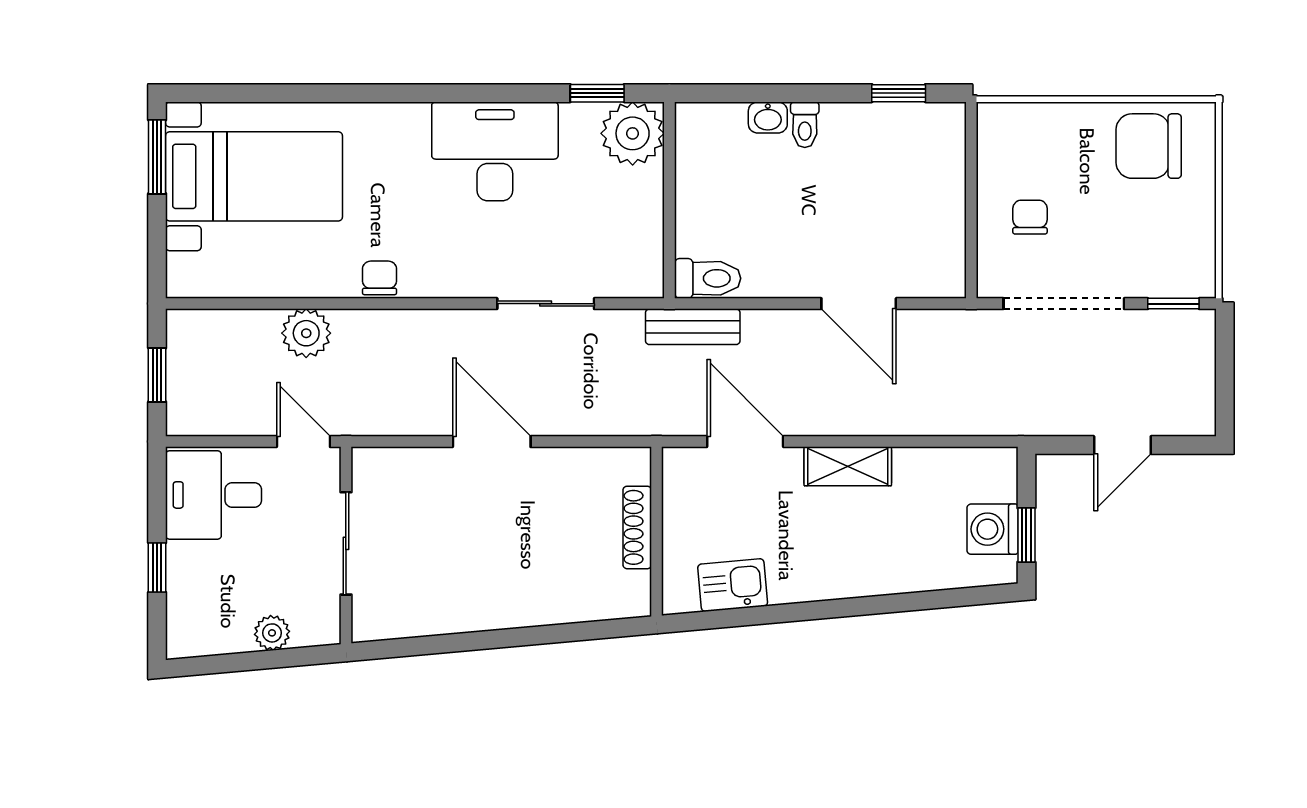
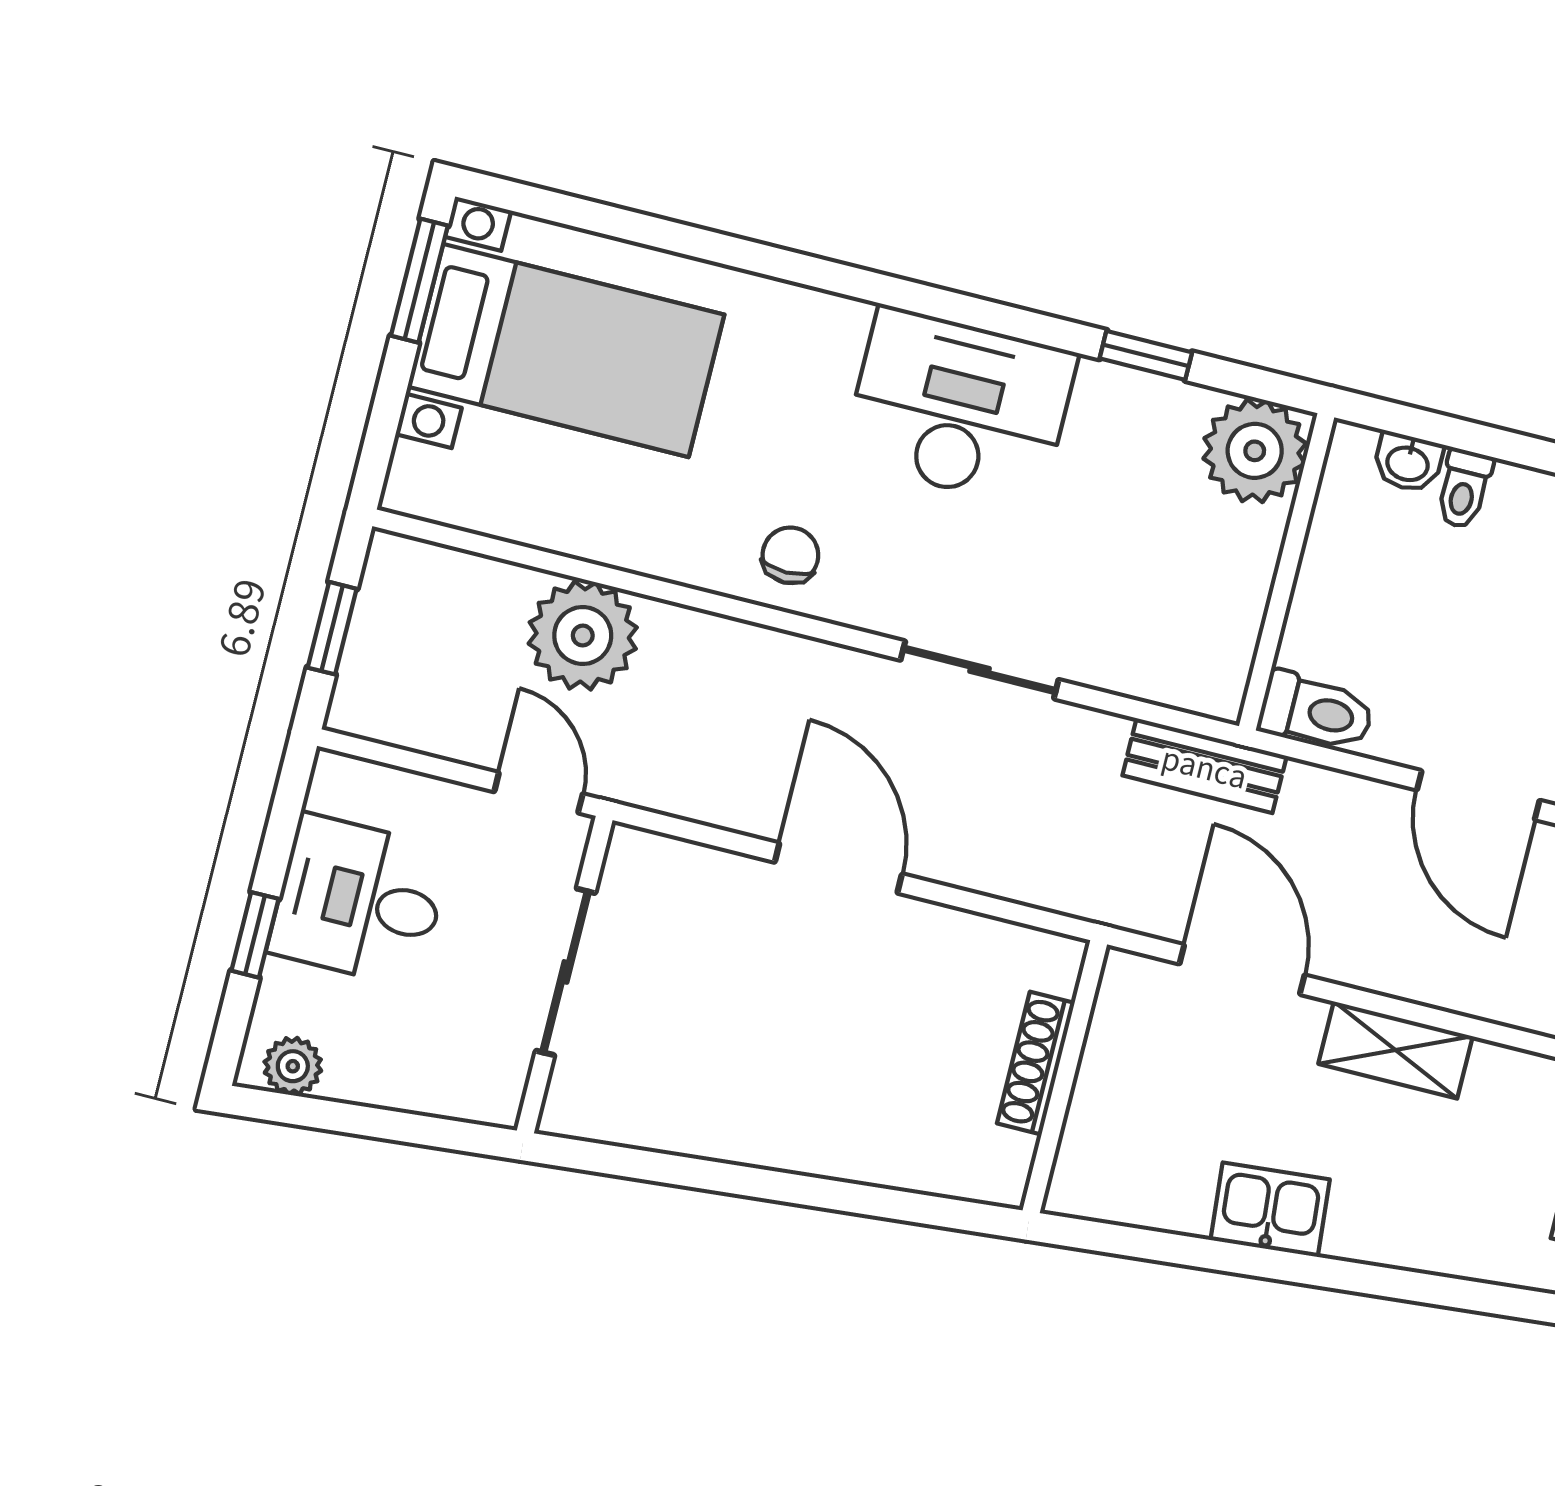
plant: (633, 133) -> (1255, 451), moved
wall: (669, 200) -> (1287, 572), moved
chair: (380, 278) -> (790, 555), moved
toilet: (708, 278) -> (1316, 712), moved
plant: (306, 333) -> (583, 635), width x1.36, depth x1.36
desk: (214, 495) -> (359, 901), moved
kitchen sink: (733, 585) -> (1270, 1210), moved
plant: (272, 633) -> (293, 1066), moved

